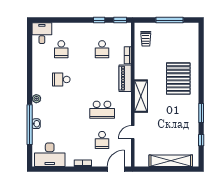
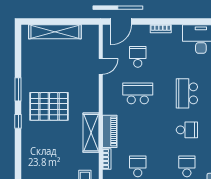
pallet: (178, 79) -> (49, 106), moved, turned 90
shelving: (141, 96) -> (91, 133), moved
school desk: (61, 110) -> (187, 93), added
window: (201, 140) -> (18, 121), moved

